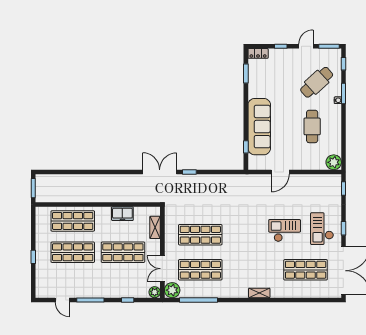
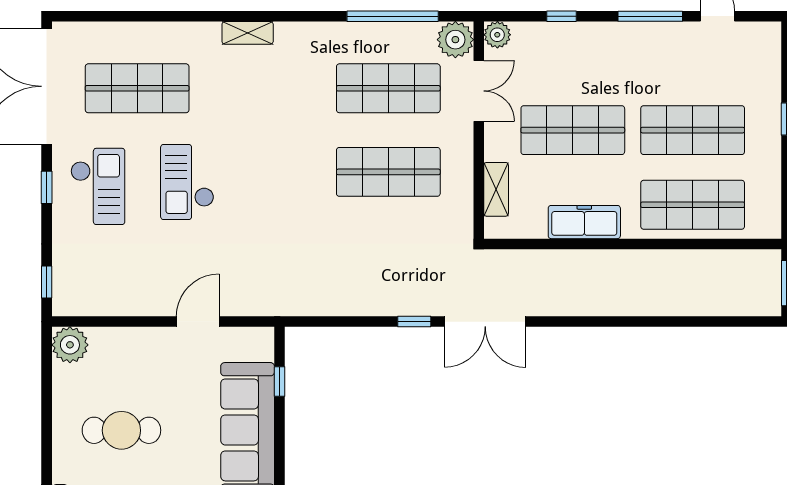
cafe table: (312, 126) -> (121, 430), turned 90
freezer: (122, 214) -> (584, 222), width x1.40
checkout: (285, 230) -> (187, 182), turned 90

